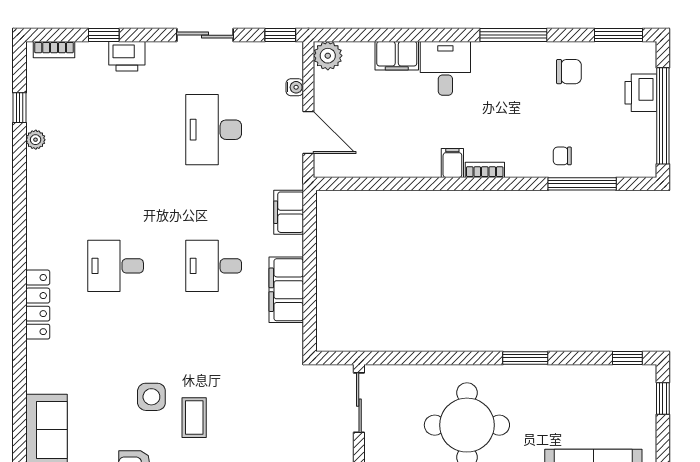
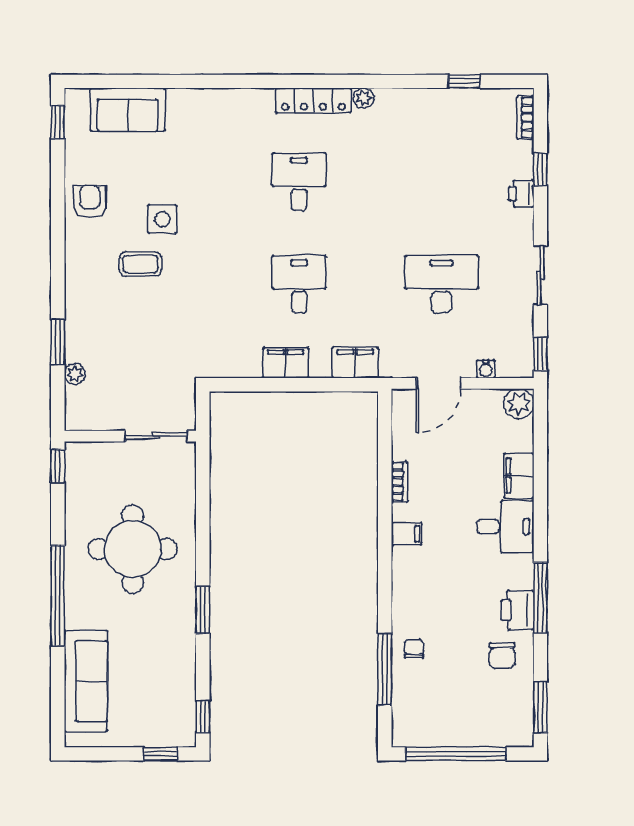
printer: (127, 56) -> (521, 194), width x0.73, depth x0.81
printer: (641, 93) -> (517, 610), moved, turned -90
plant: (36, 140) -> (363, 98), moved
bookcase: (485, 170) -> (400, 482), moved
filing cabinet: (286, 290) -> (286, 363), width x0.67, depth x0.86
locker: (38, 305) -> (313, 100), moved

